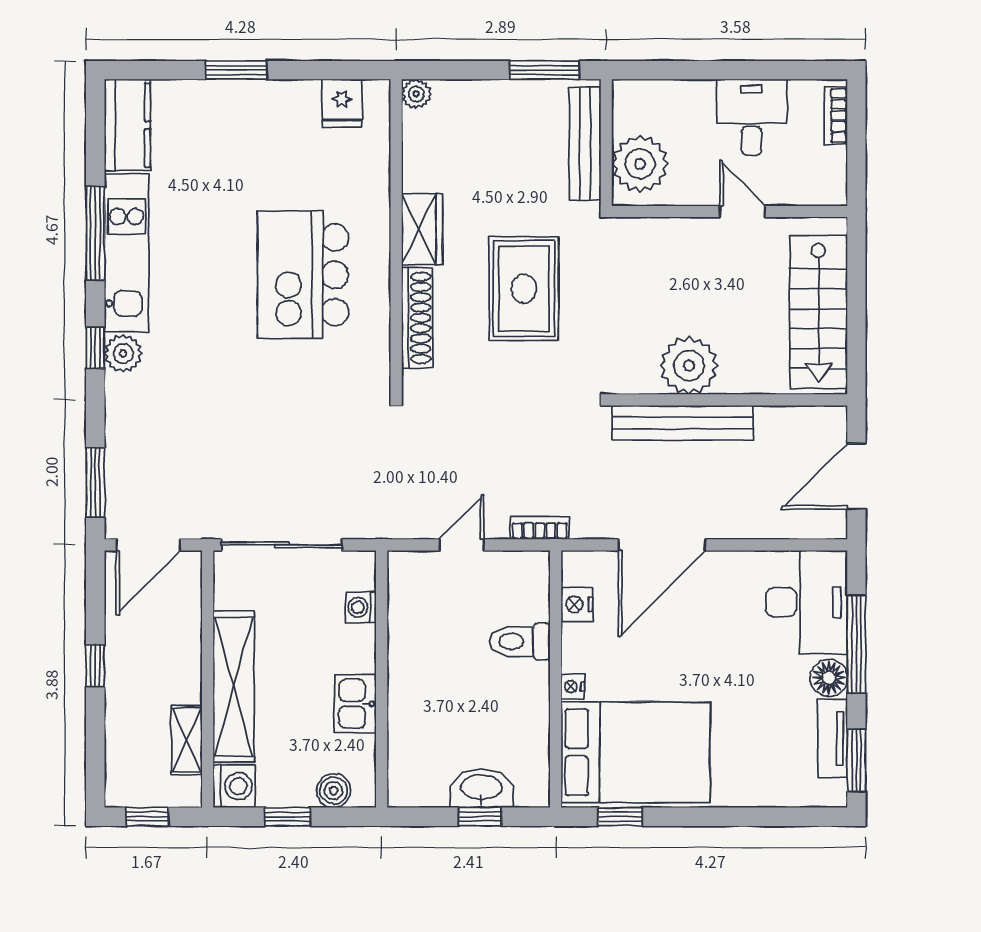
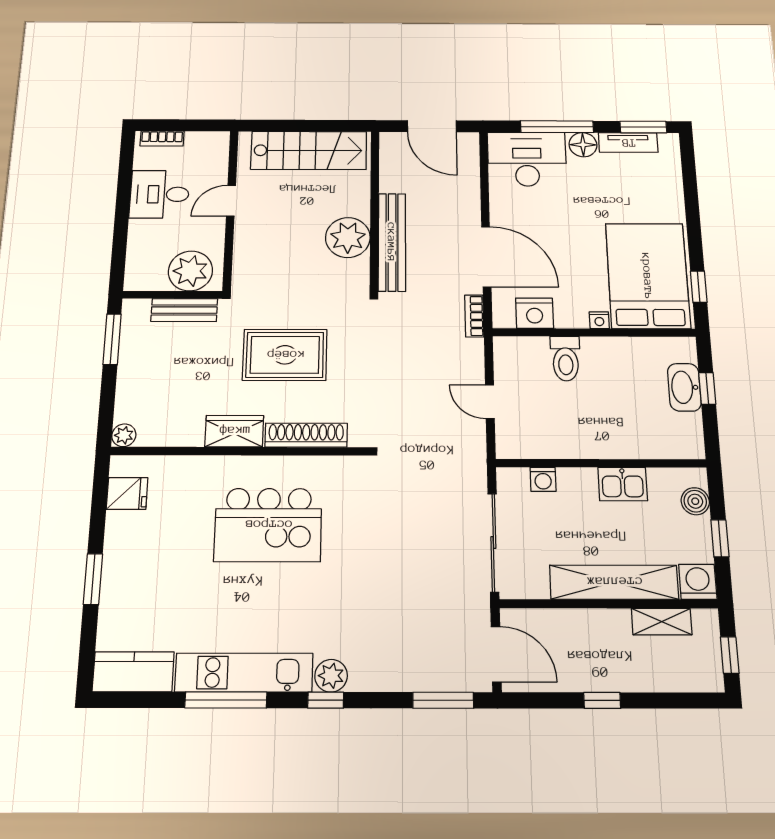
bench: (585, 144) -> (184, 310), width x0.73
bookcase: (540, 528) -> (474, 316), moved
nightstand: (577, 605) -> (535, 313), width x1.36, depth x1.33

